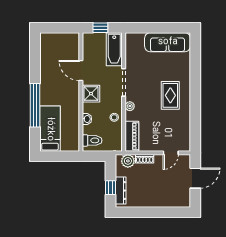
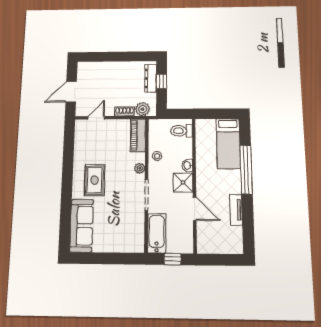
sofa: (168, 42) -> (82, 226), moved, turned 90
tv unit: (45, 70) -> (236, 210), added
washbasin: (87, 119) -> (187, 165), moved

